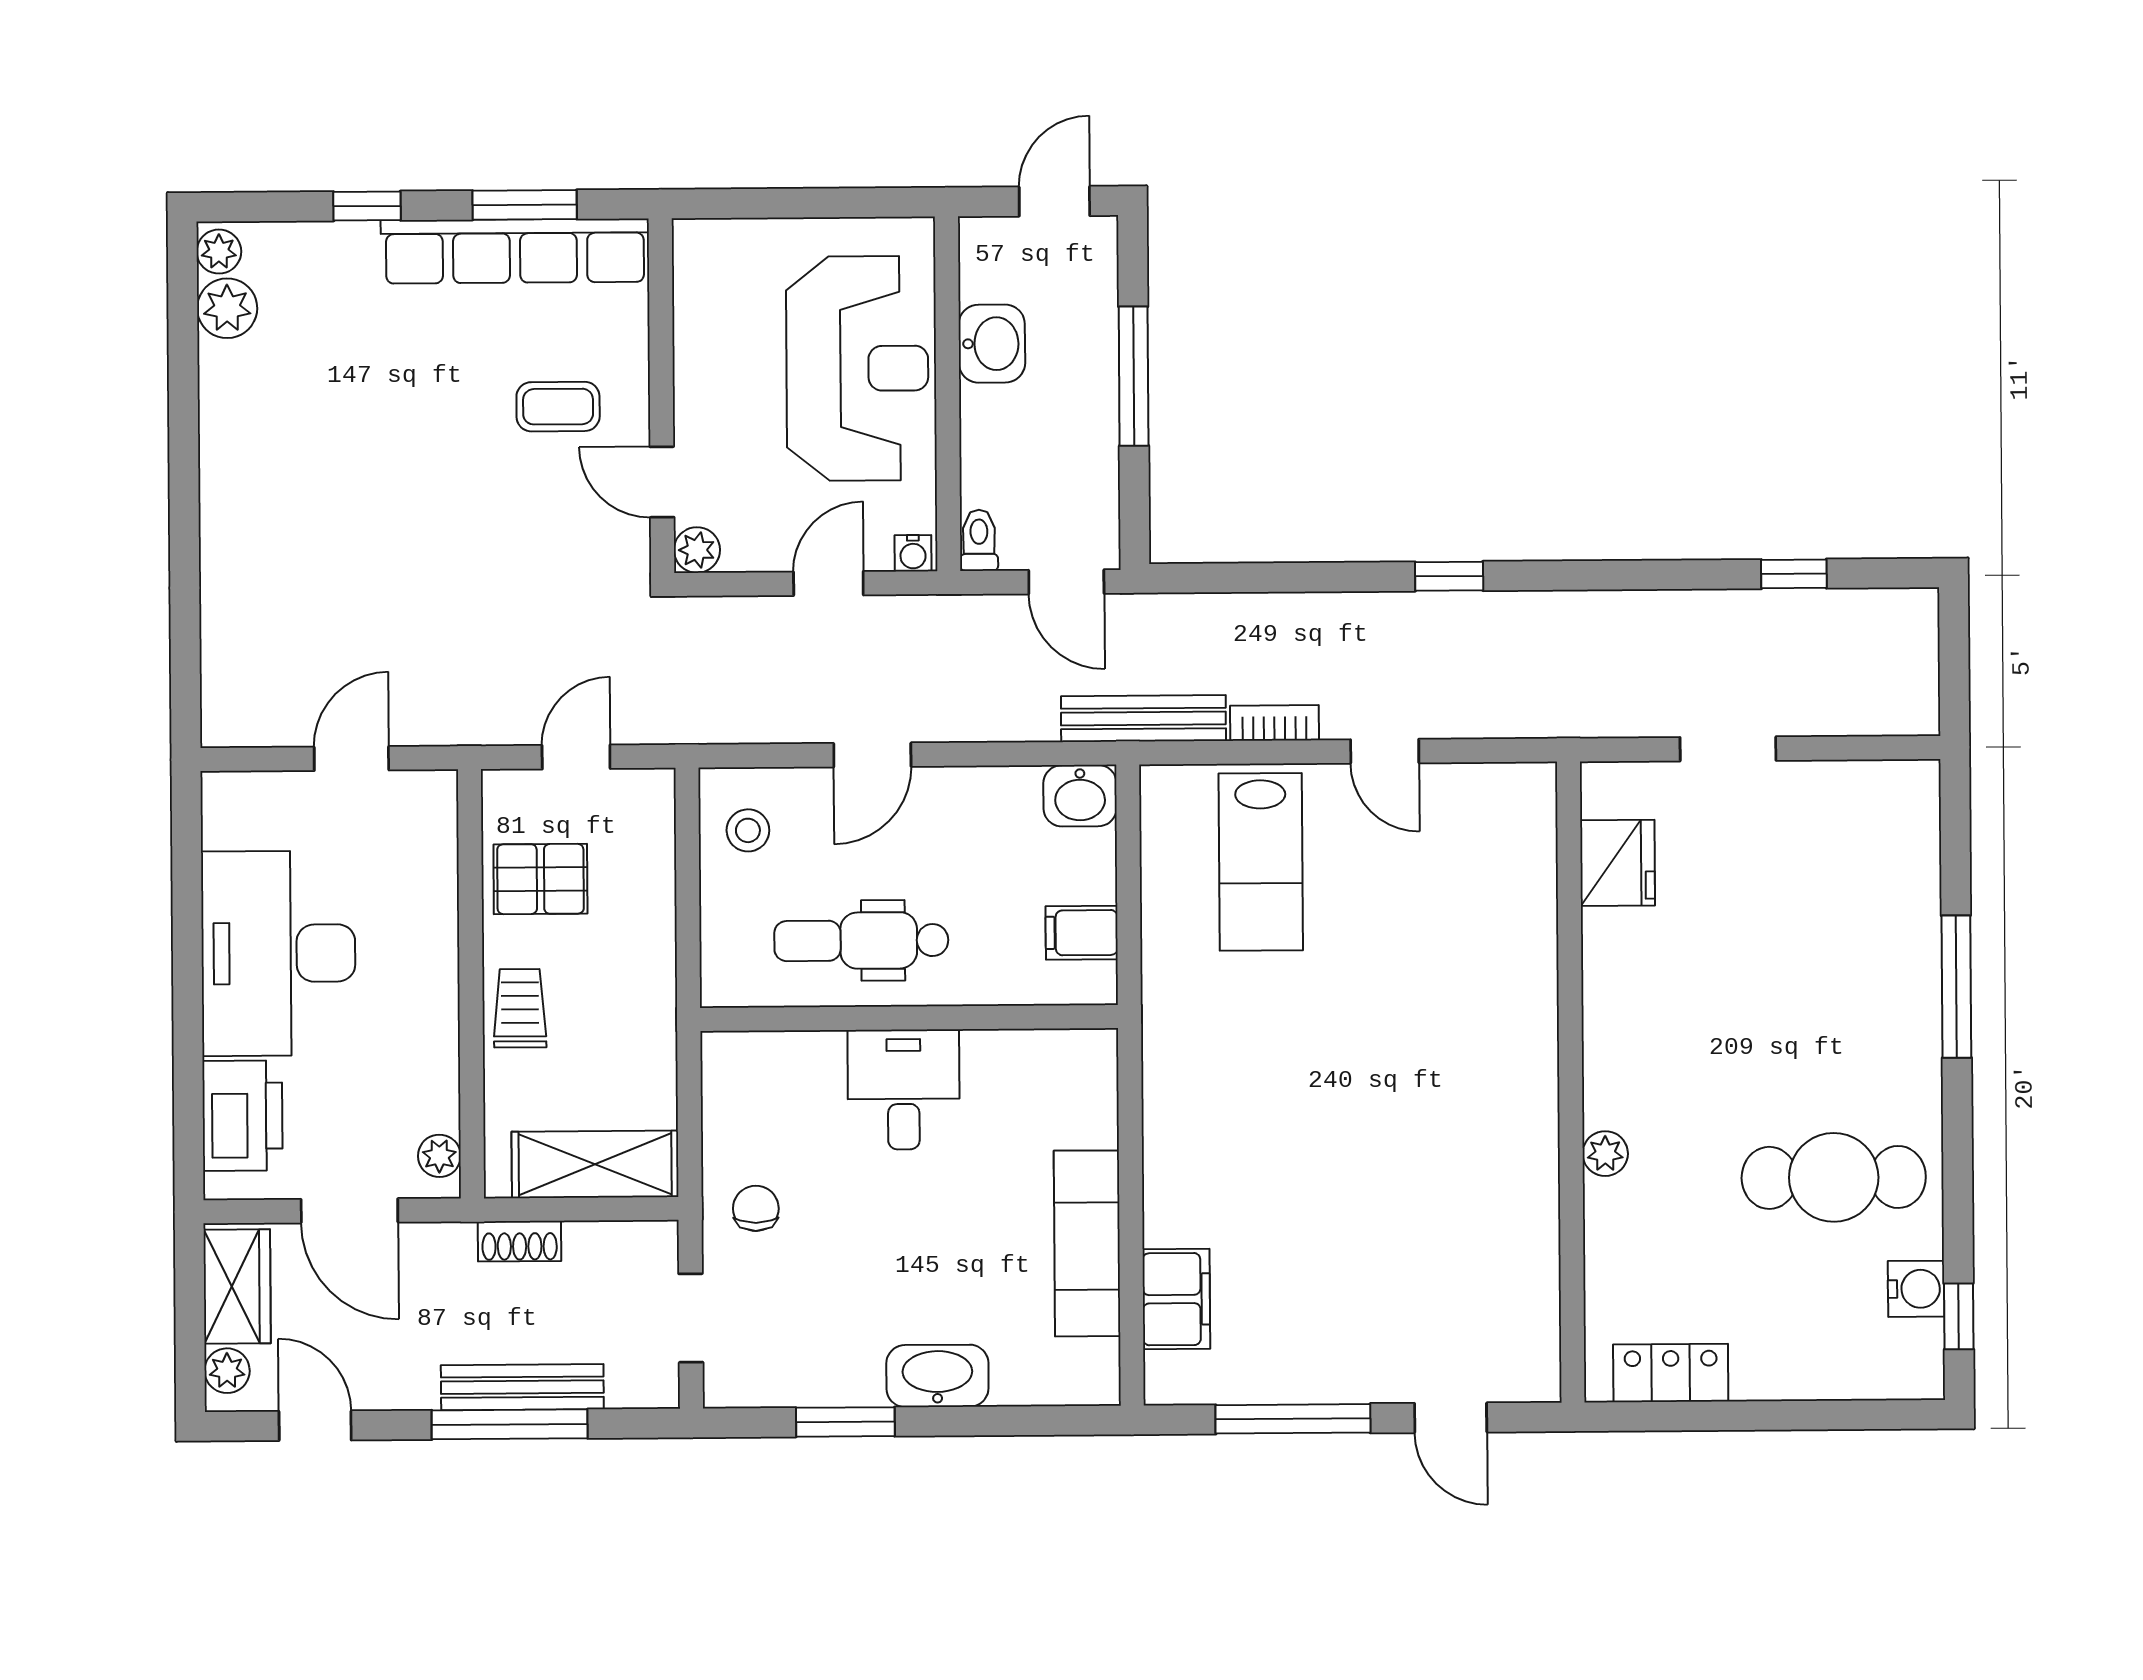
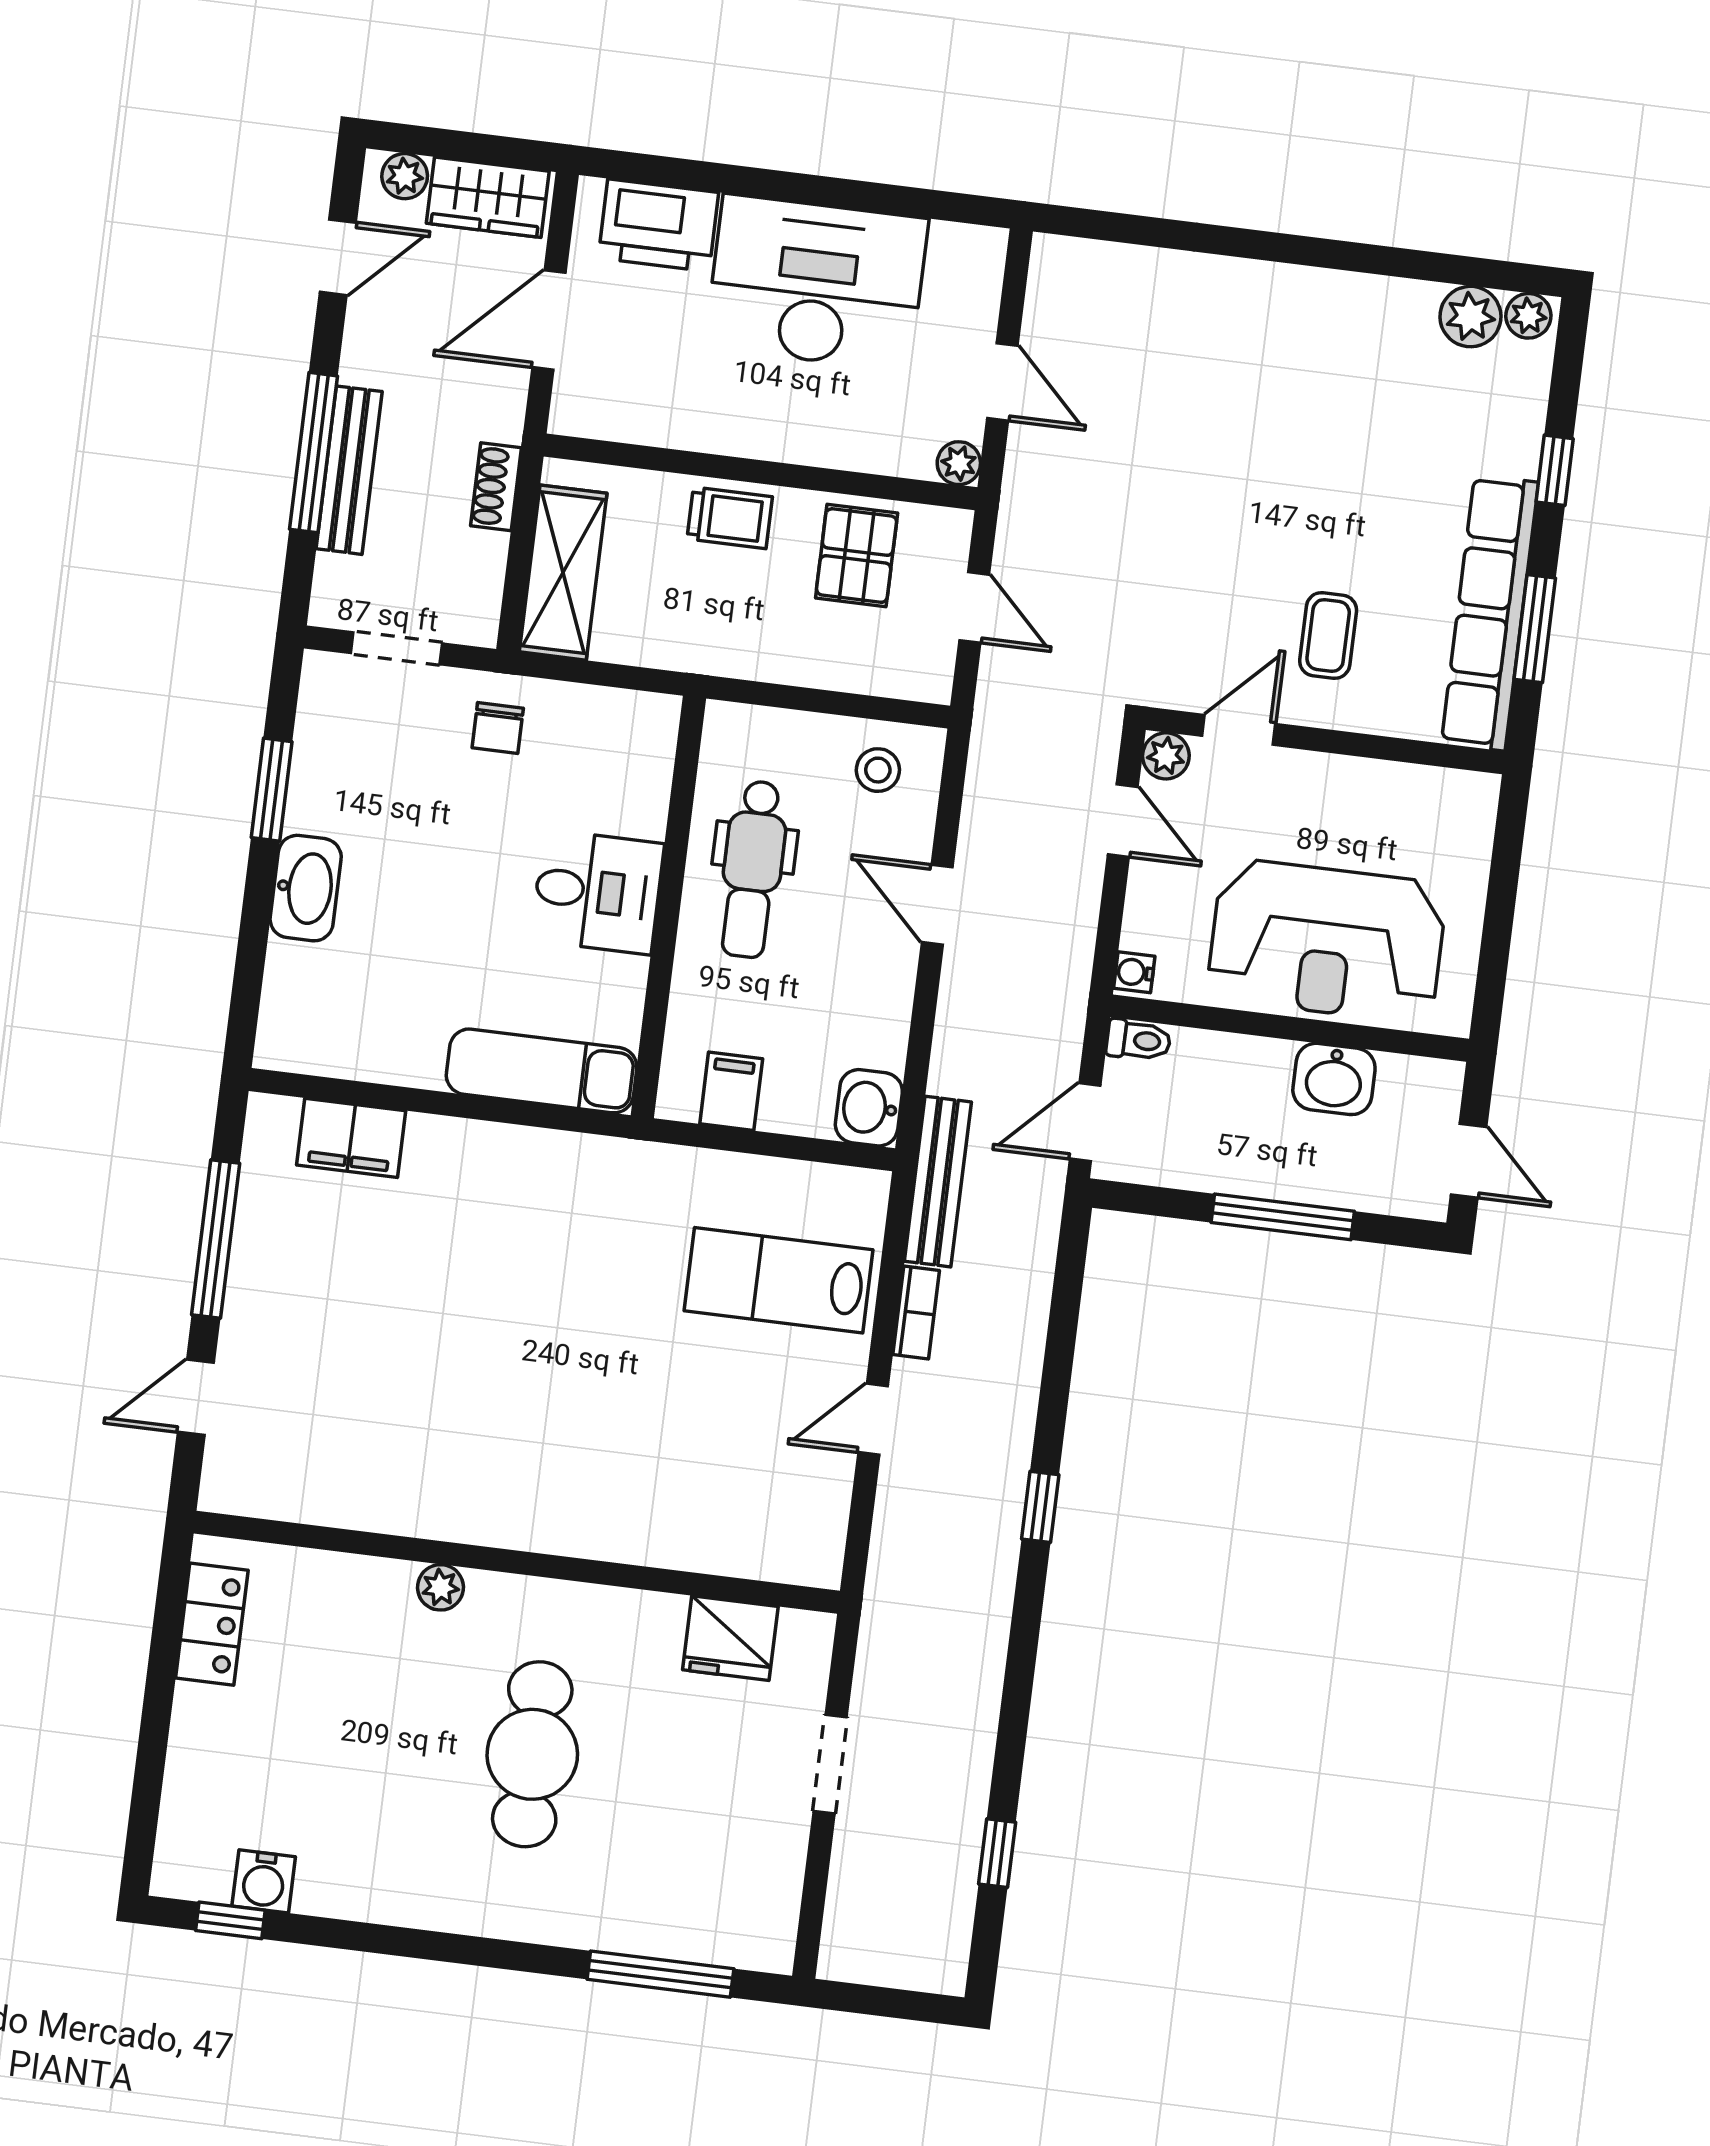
door: (828, 583) -> (1123, 821), moved
dental chair: (861, 941) -> (752, 869), turned 180
window: (1956, 987) -> (660, 1974), moved
plant: (439, 1156) -> (959, 463), moved
cafe table: (1834, 1177) -> (532, 1754), moved
chair: (756, 1208) -> (498, 728), turned 90
exam couch: (1087, 1243) -> (542, 1071), moved

